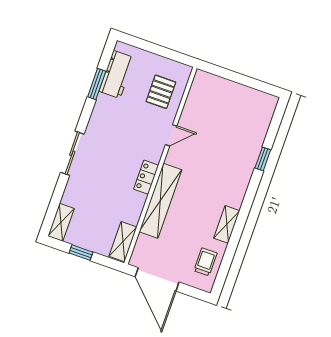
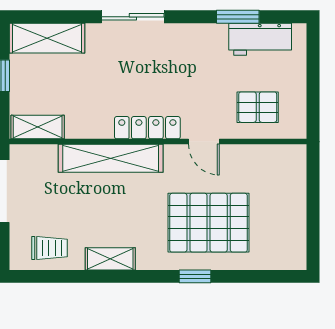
pallet: (226, 151) -> (209, 223), added
window: (263, 159) -> (195, 276), moved
locker: (146, 177) -> (147, 128), width x1.53
shelving: (61, 222) -> (47, 38), width x1.50, depth x1.33

